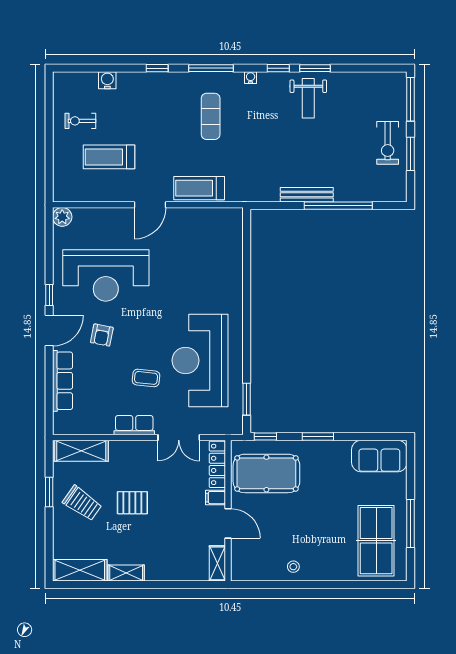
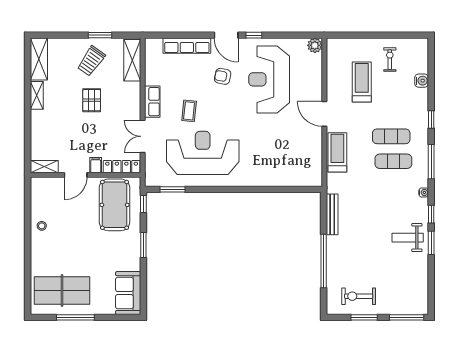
exercise mat: (179, 119) -> (391, 136), added
exercise bike: (388, 143) -> (359, 296), moved
bench: (307, 195) -> (332, 214), moved

